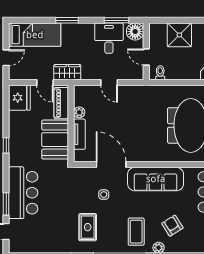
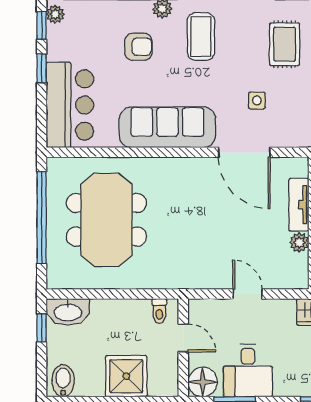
armchair: (172, 226) -> (138, 47), turned -58

